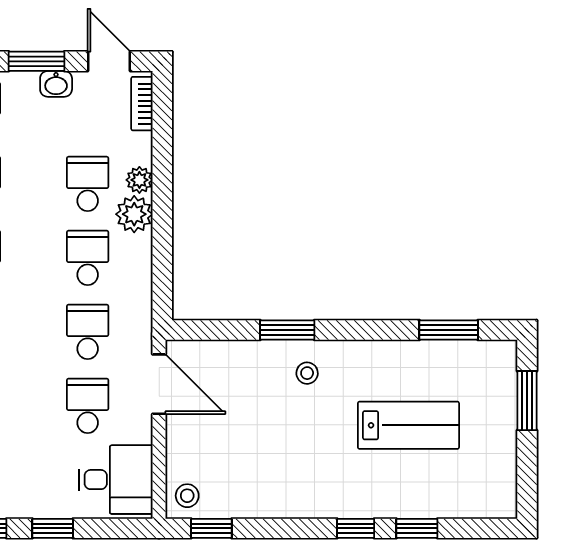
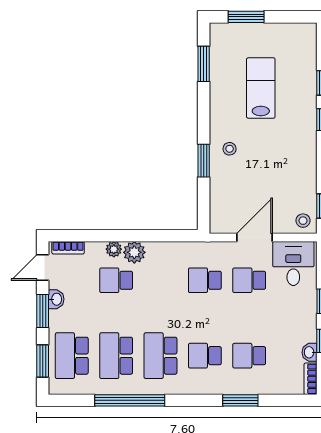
school desk: (88, 258) -> (160, 280), removed
door: (159, 384) -> (255, 237), moved

